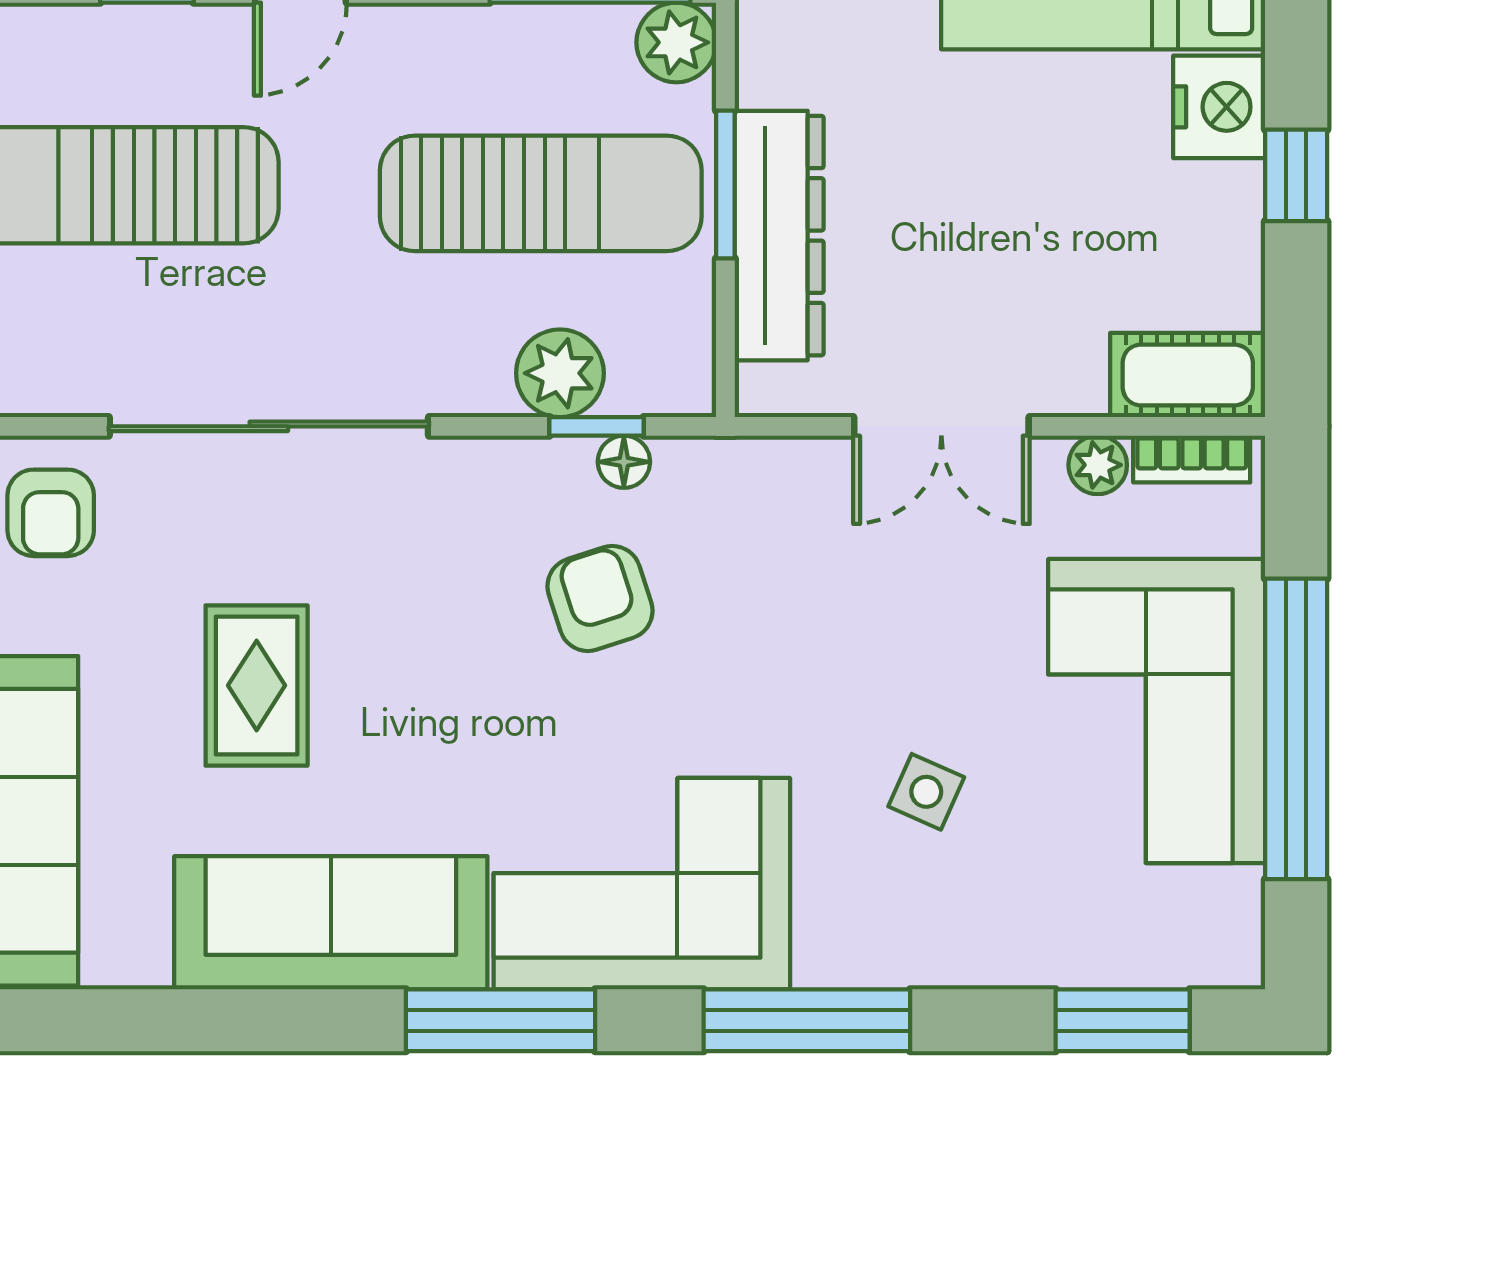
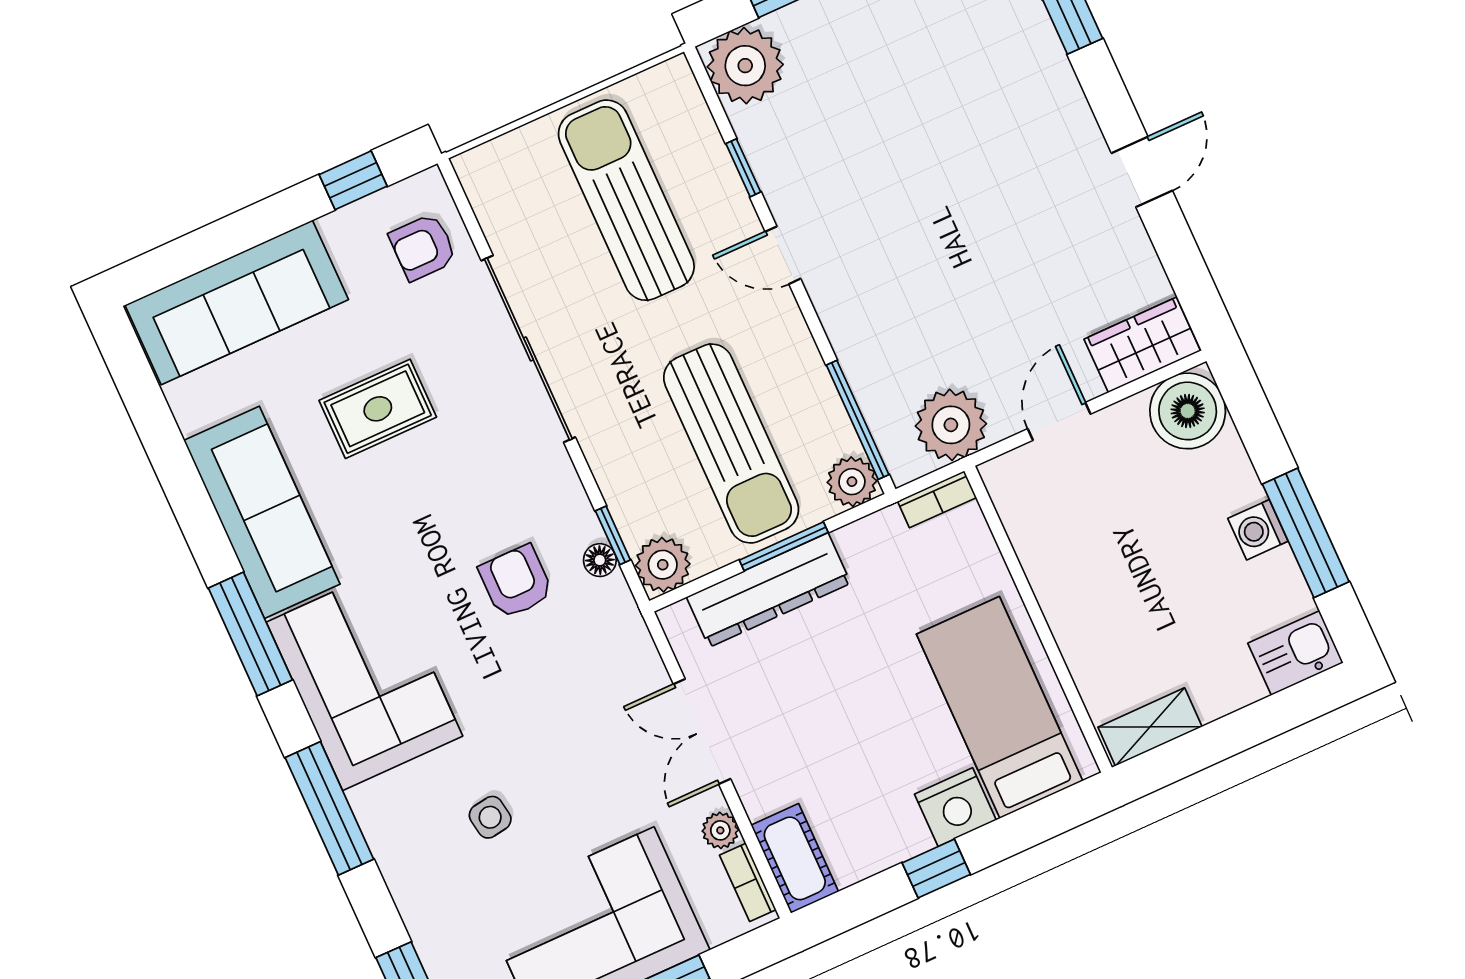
plant: (560, 373) -> (663, 565), moved
armchair: (600, 598) -> (516, 582), turned -72
side table: (926, 792) -> (490, 817), turned -33

